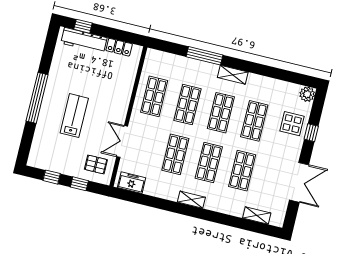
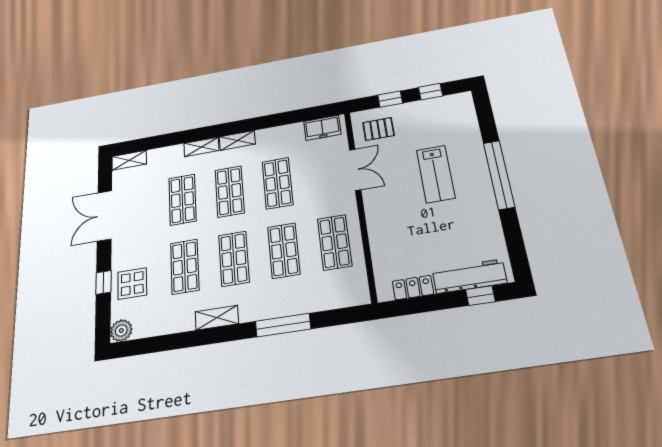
shelving: (233, 75) -> (217, 318), moved
shelving: (218, 206) -> (201, 147), added
shelving: (257, 215) -> (129, 160), moved

